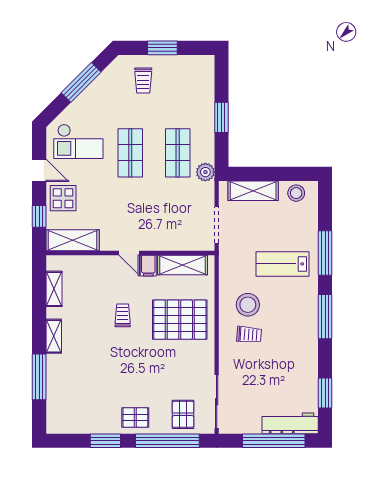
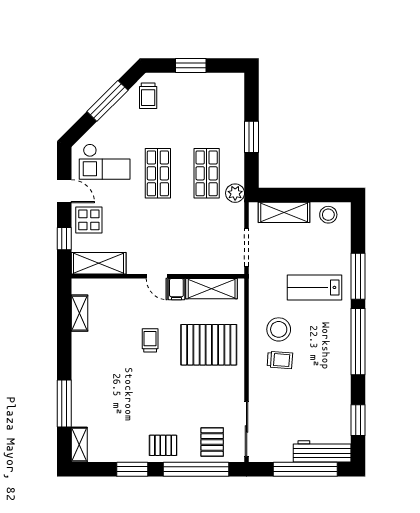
trolley: (143, 81) -> (148, 96), moved
window: (325, 317) -> (358, 342), width x1.46
shelving: (54, 336) -> (79, 445), moved

